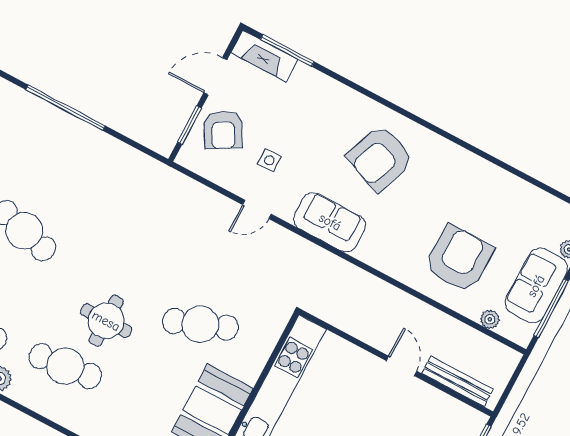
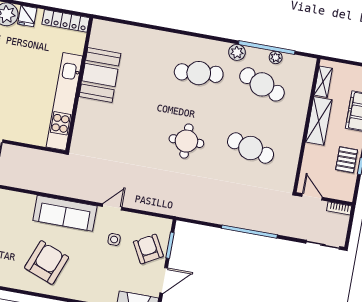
sofa: (330, 222) -> (65, 213), width x1.36
round table: (106, 321) -> (186, 141), moved
cafe table: (200, 324) -> (124, 125), removed

